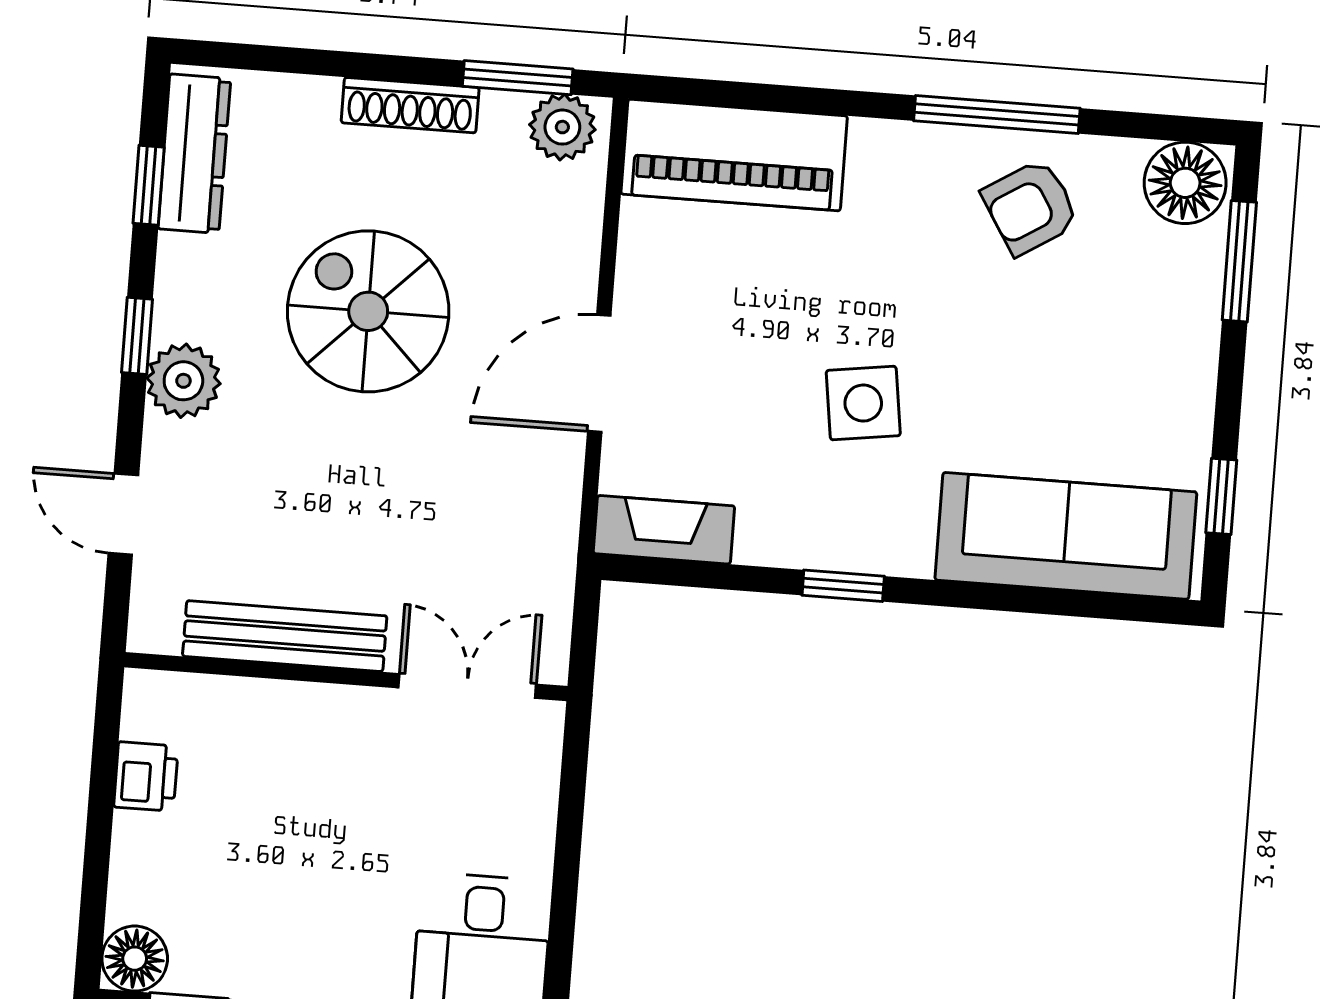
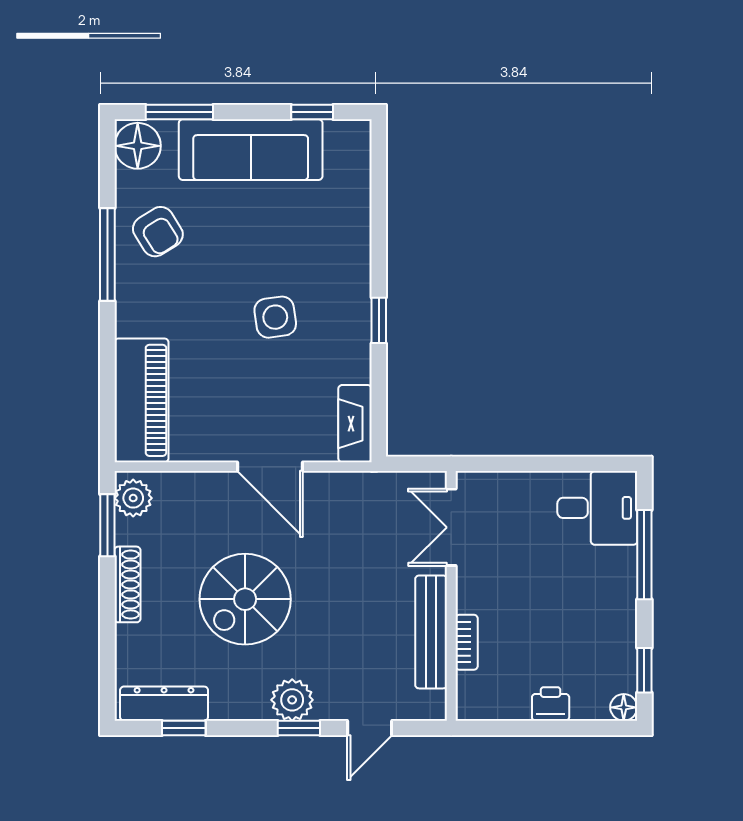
window: (137, 336) -> (299, 728), moved
sofa: (1066, 536) -> (251, 150), moved, turned -90
bookcase: (262, 697) -> (467, 642), added
printer: (146, 776) -> (551, 704), moved
floor lamp: (135, 959) -> (624, 707), width x0.73, depth x0.73

